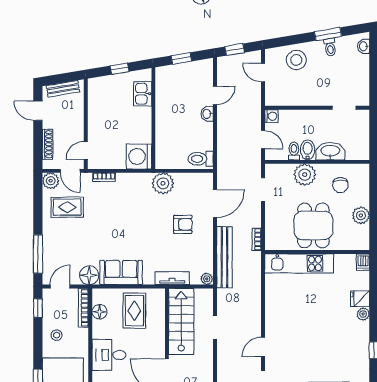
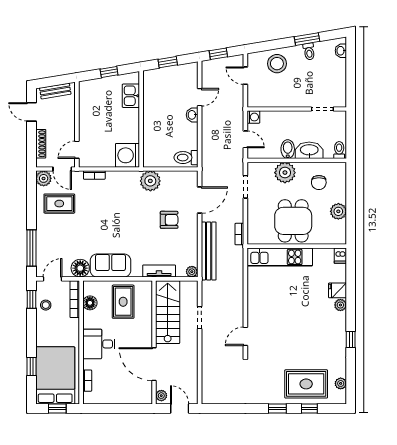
toilet: (294, 151) -> (339, 150), moved
stool: (57, 335) -> (46, 305), moved

